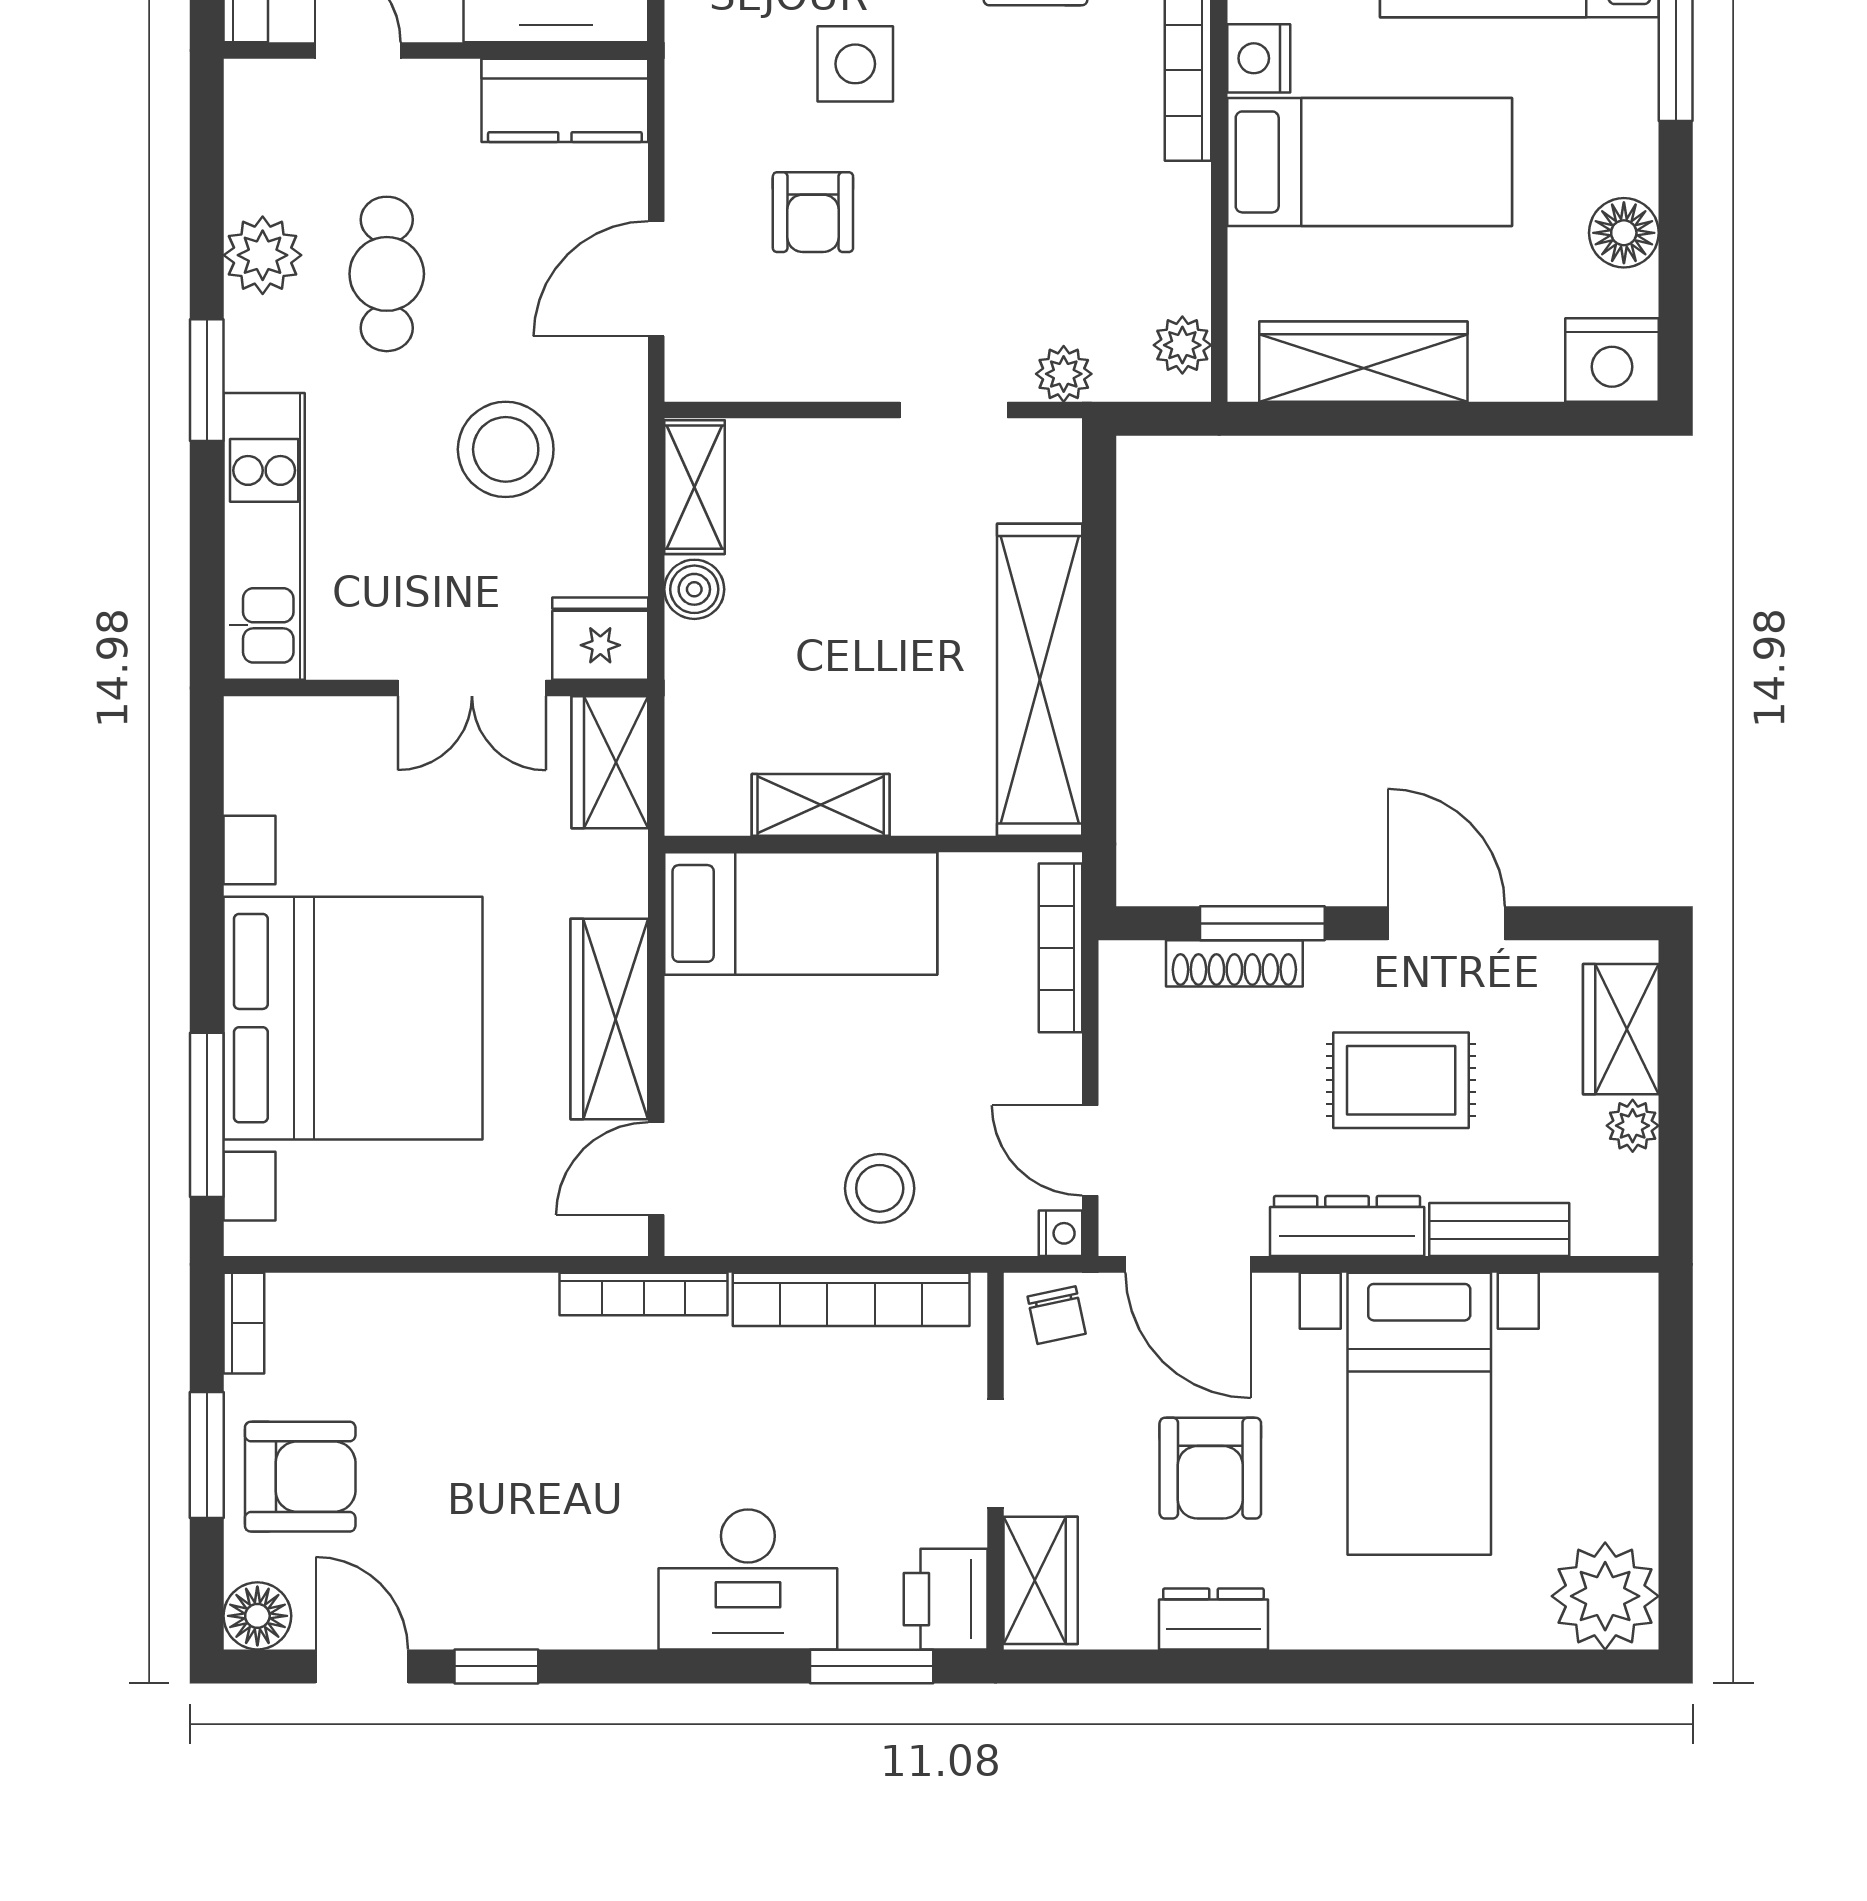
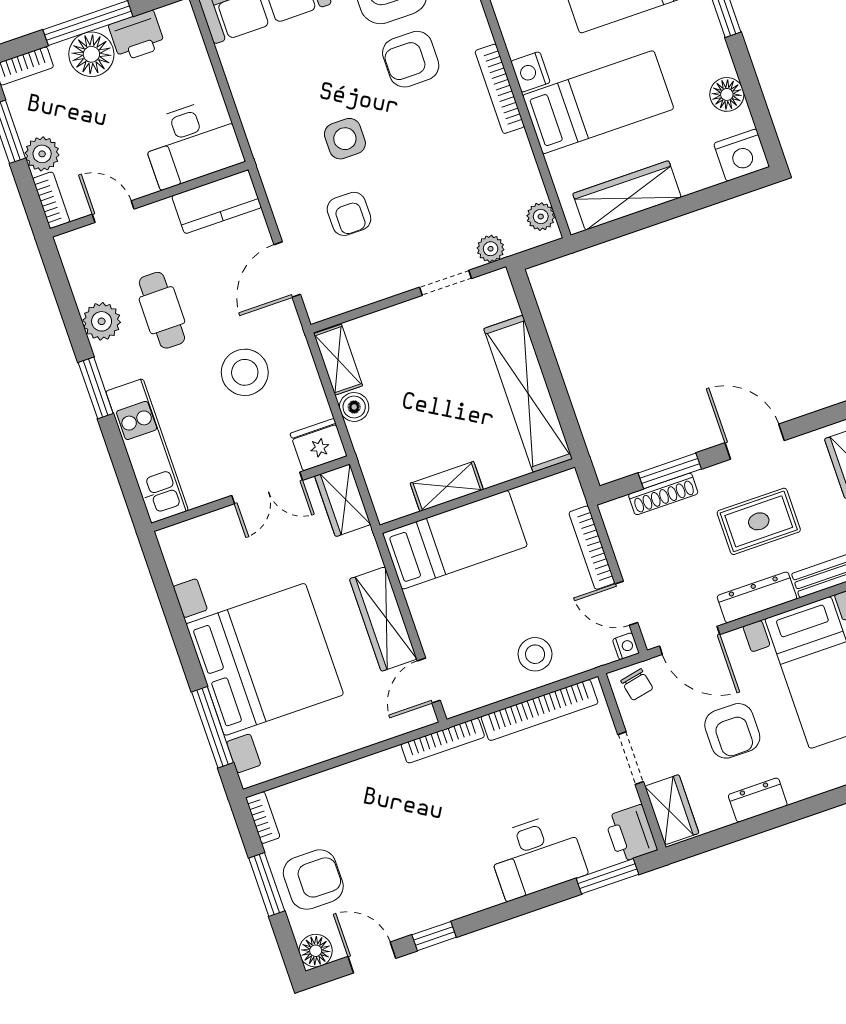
bookcase: (1061, 948) -> (592, 548), moved

